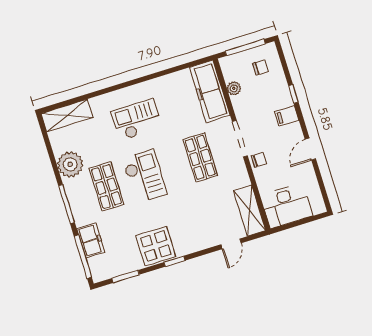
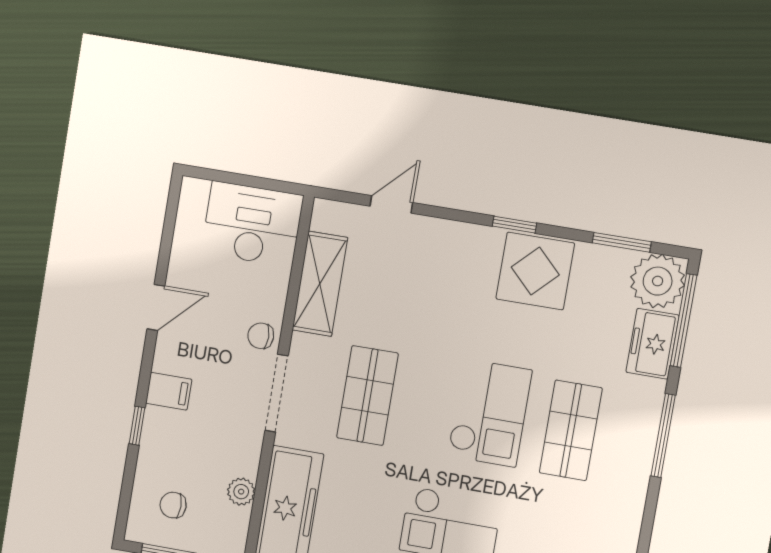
plant: (70, 164) -> (658, 281), moved
checkout: (144, 176) -> (490, 413), turned 180
shelving: (250, 210) -> (320, 284), moved

